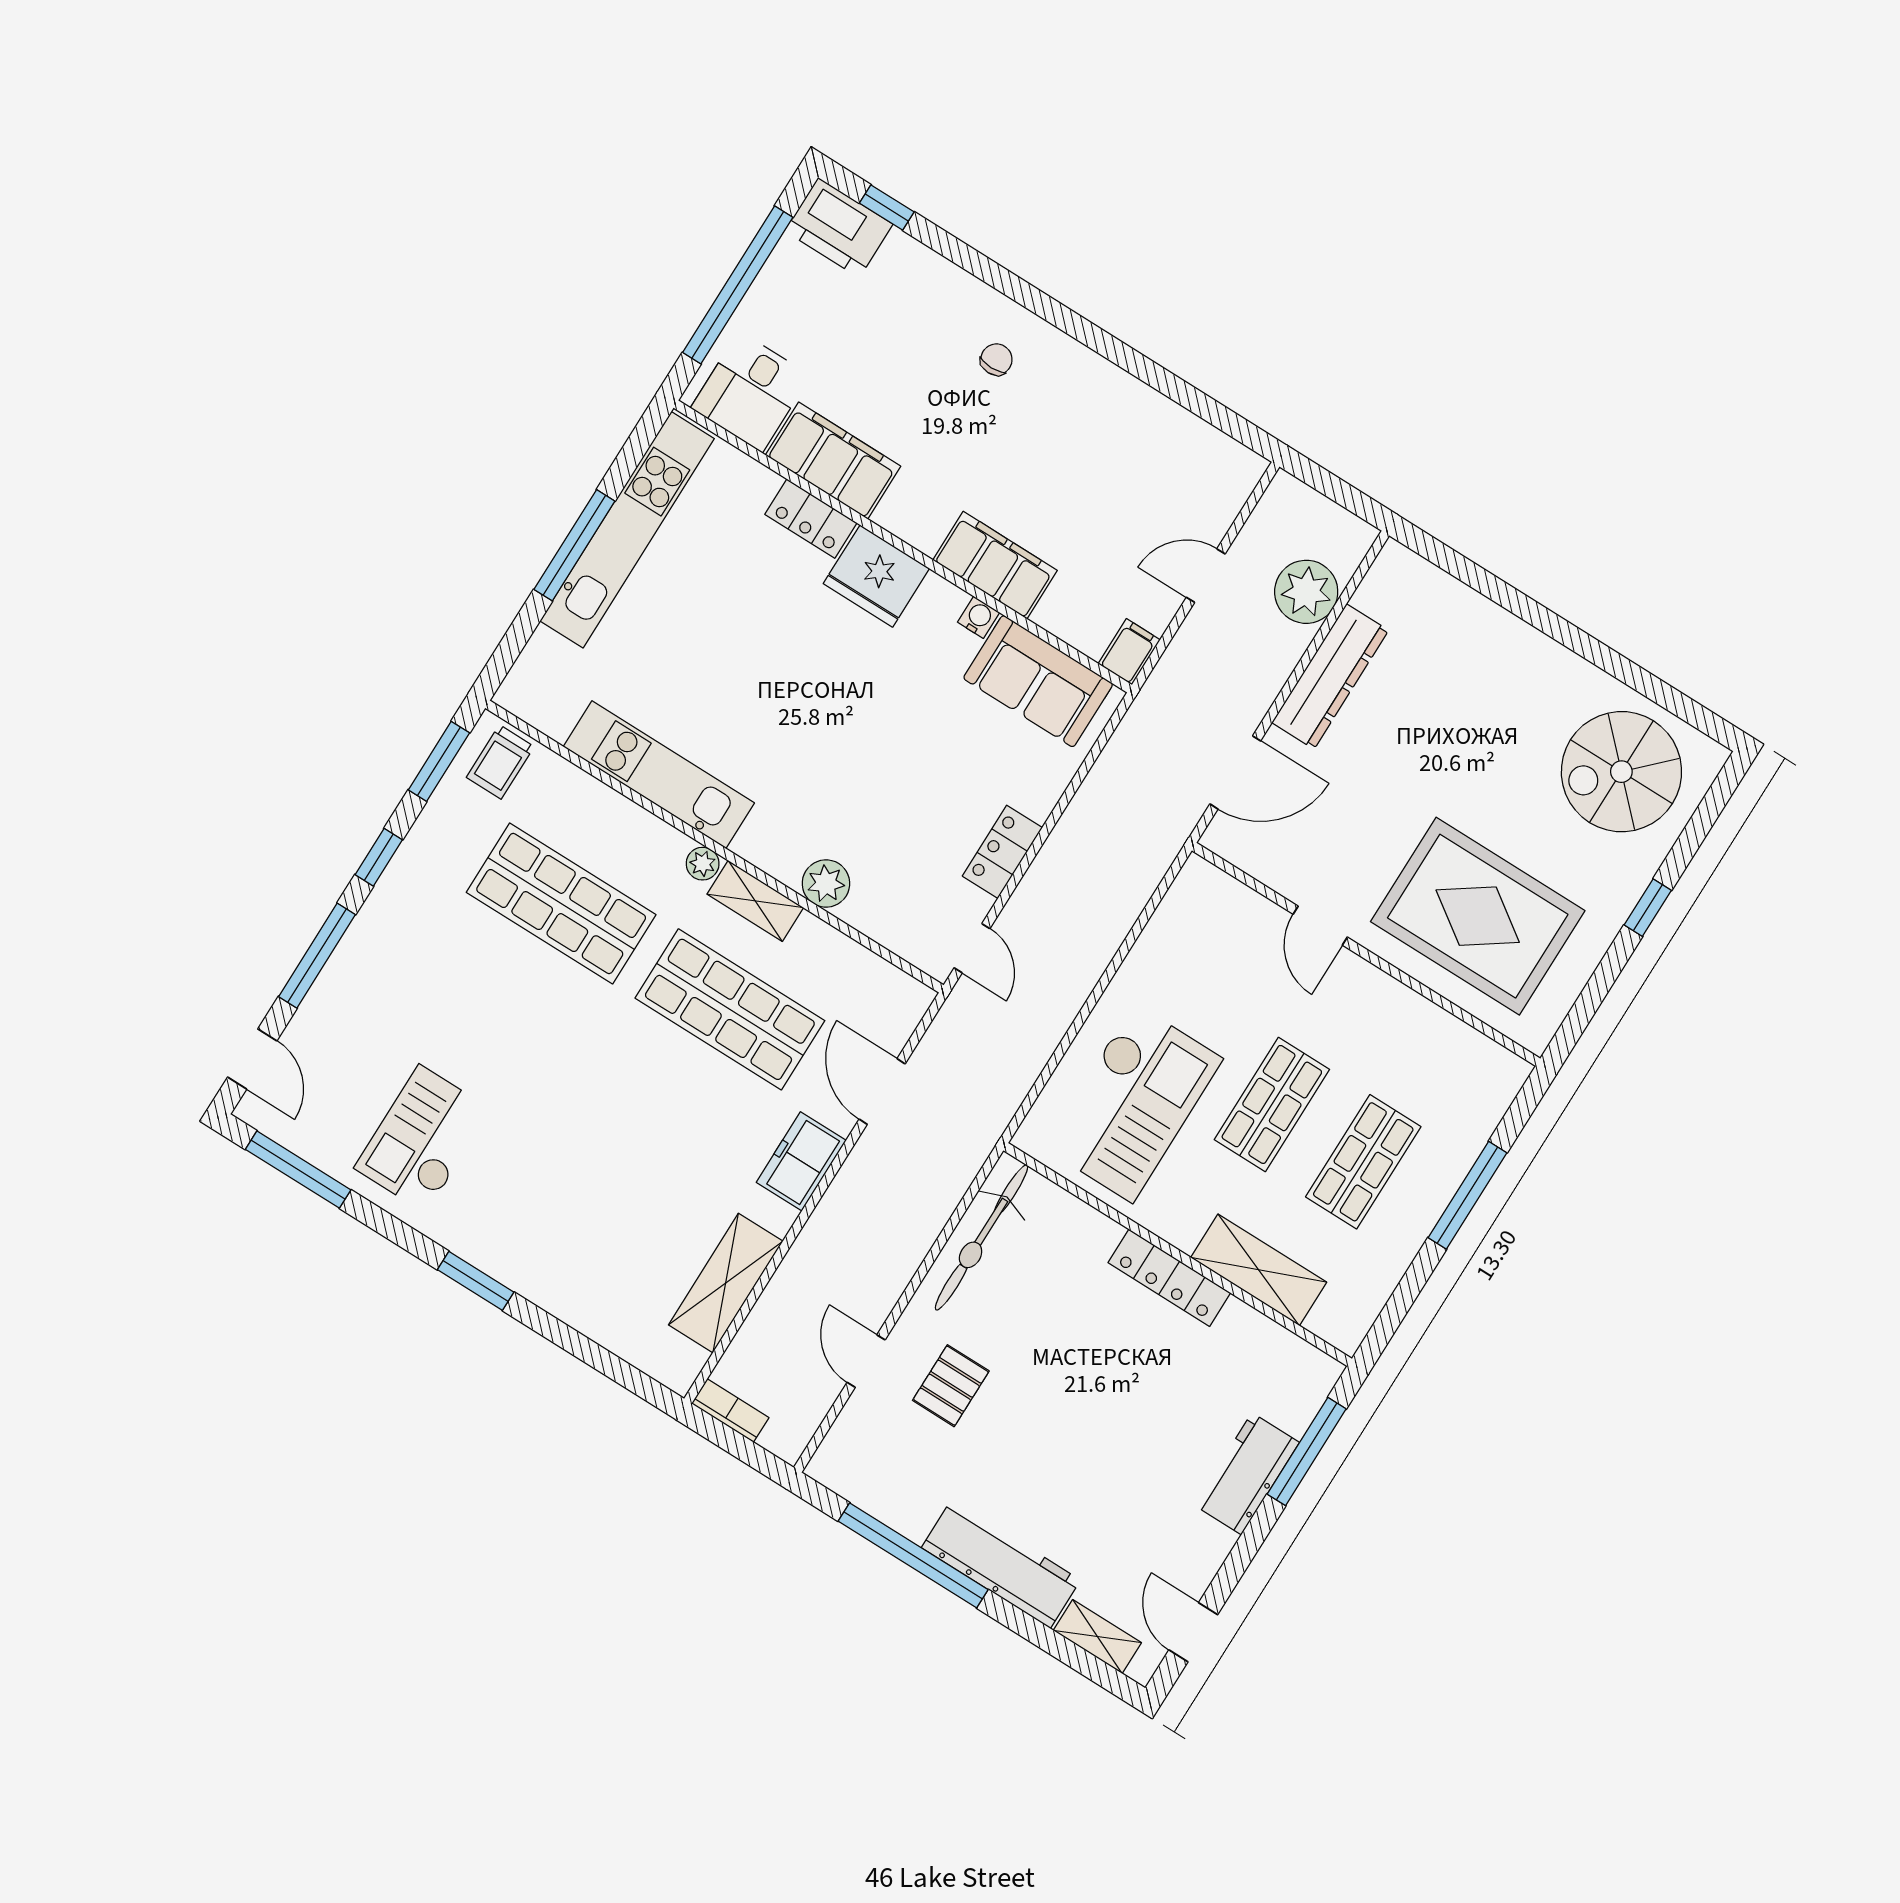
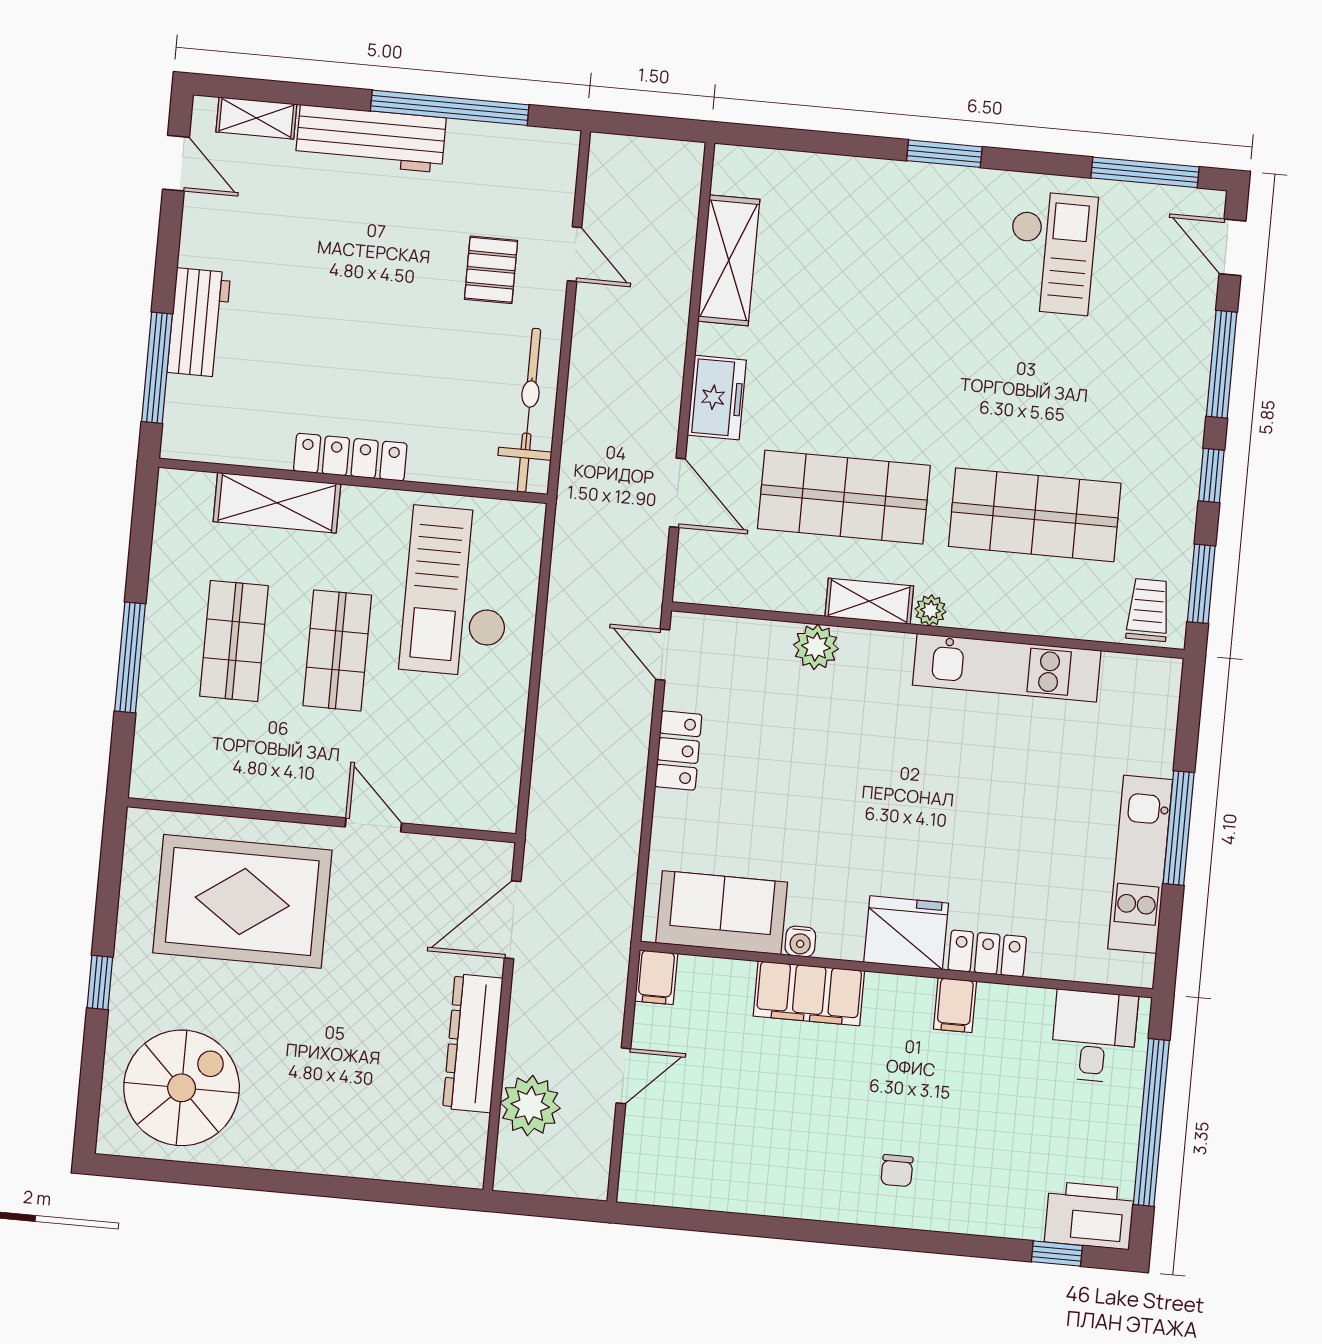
filing cabinet: (833, 461) -> (955, 1005), width x0.33, depth x0.86
kitchen unit: (627, 530) -> (1140, 864), width x0.73
bookcase: (730, 1411) -> (670, 153), removed

